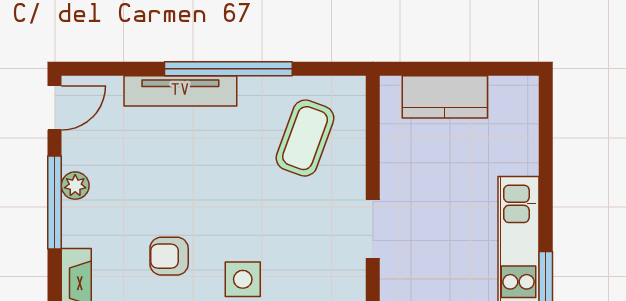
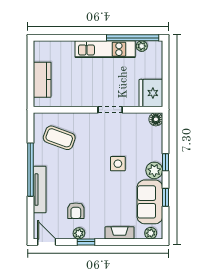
window: (55, 203) -> (86, 242), width x0.46
doorway: (373, 229) -> (110, 110), moved
armchair: (169, 256) -> (76, 211), moved

